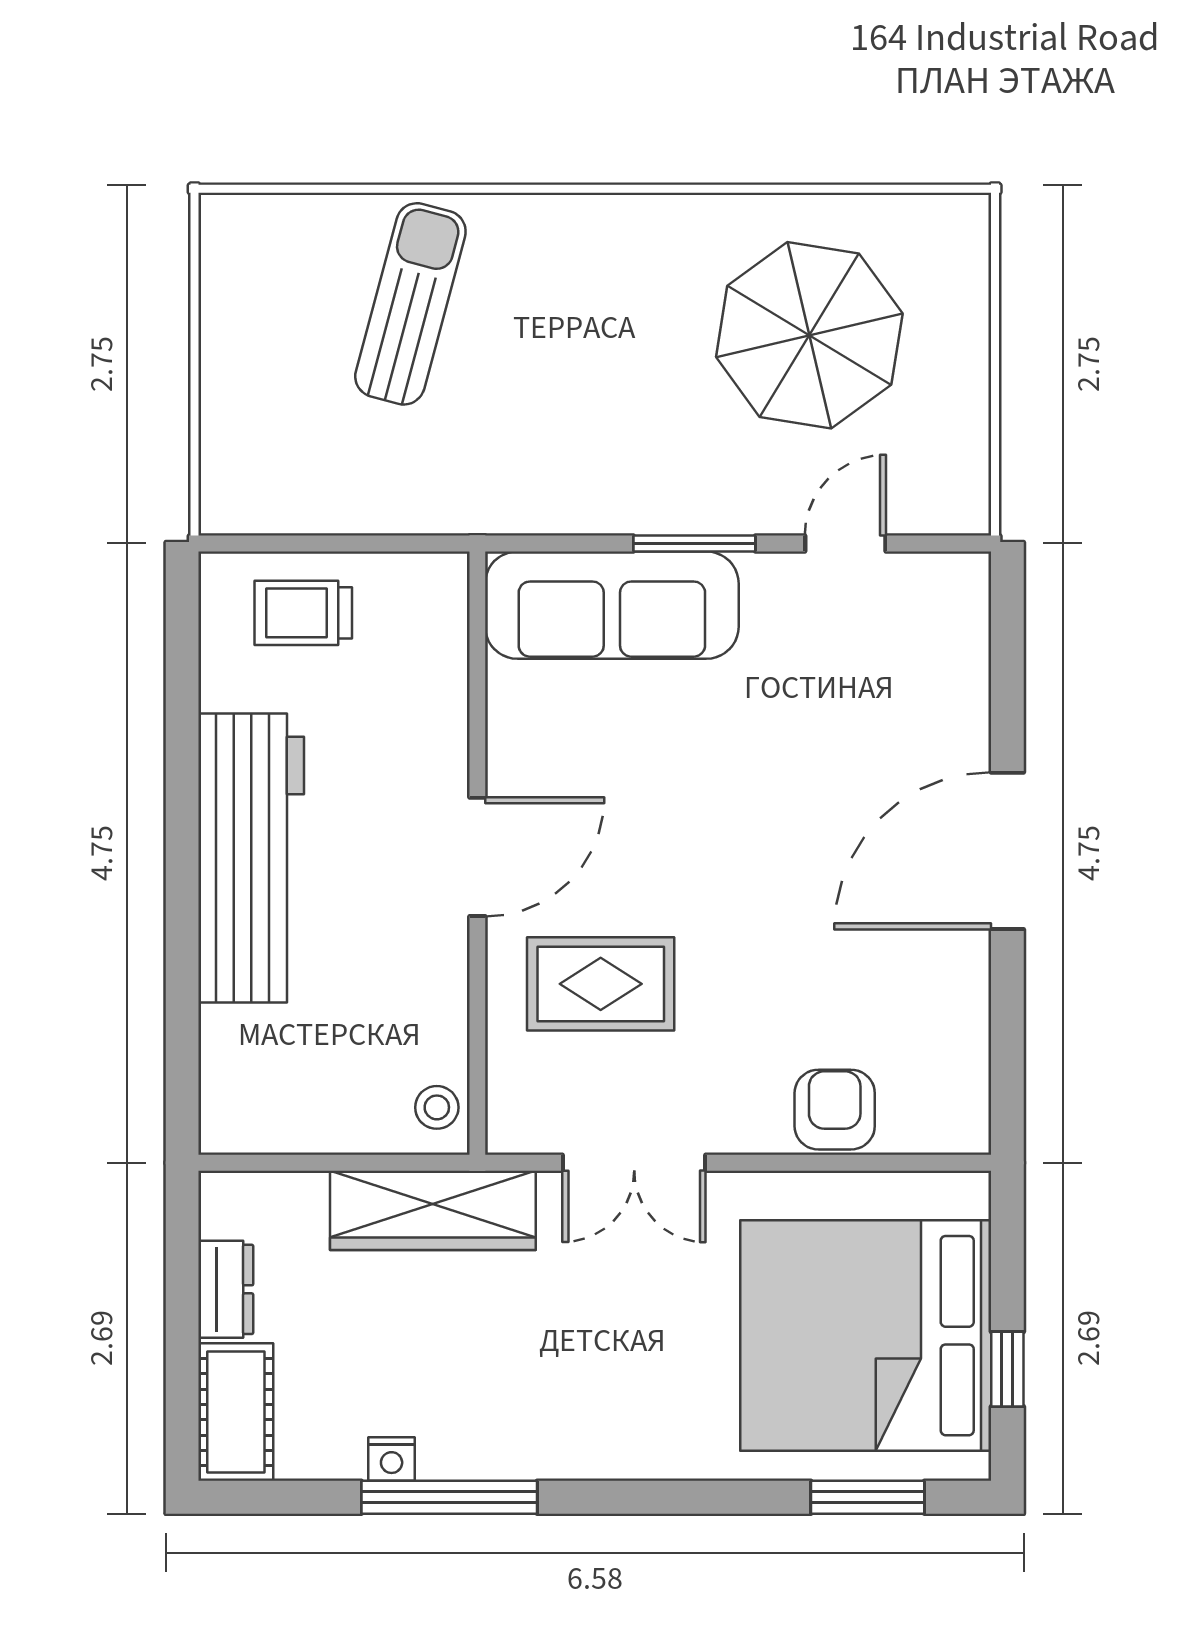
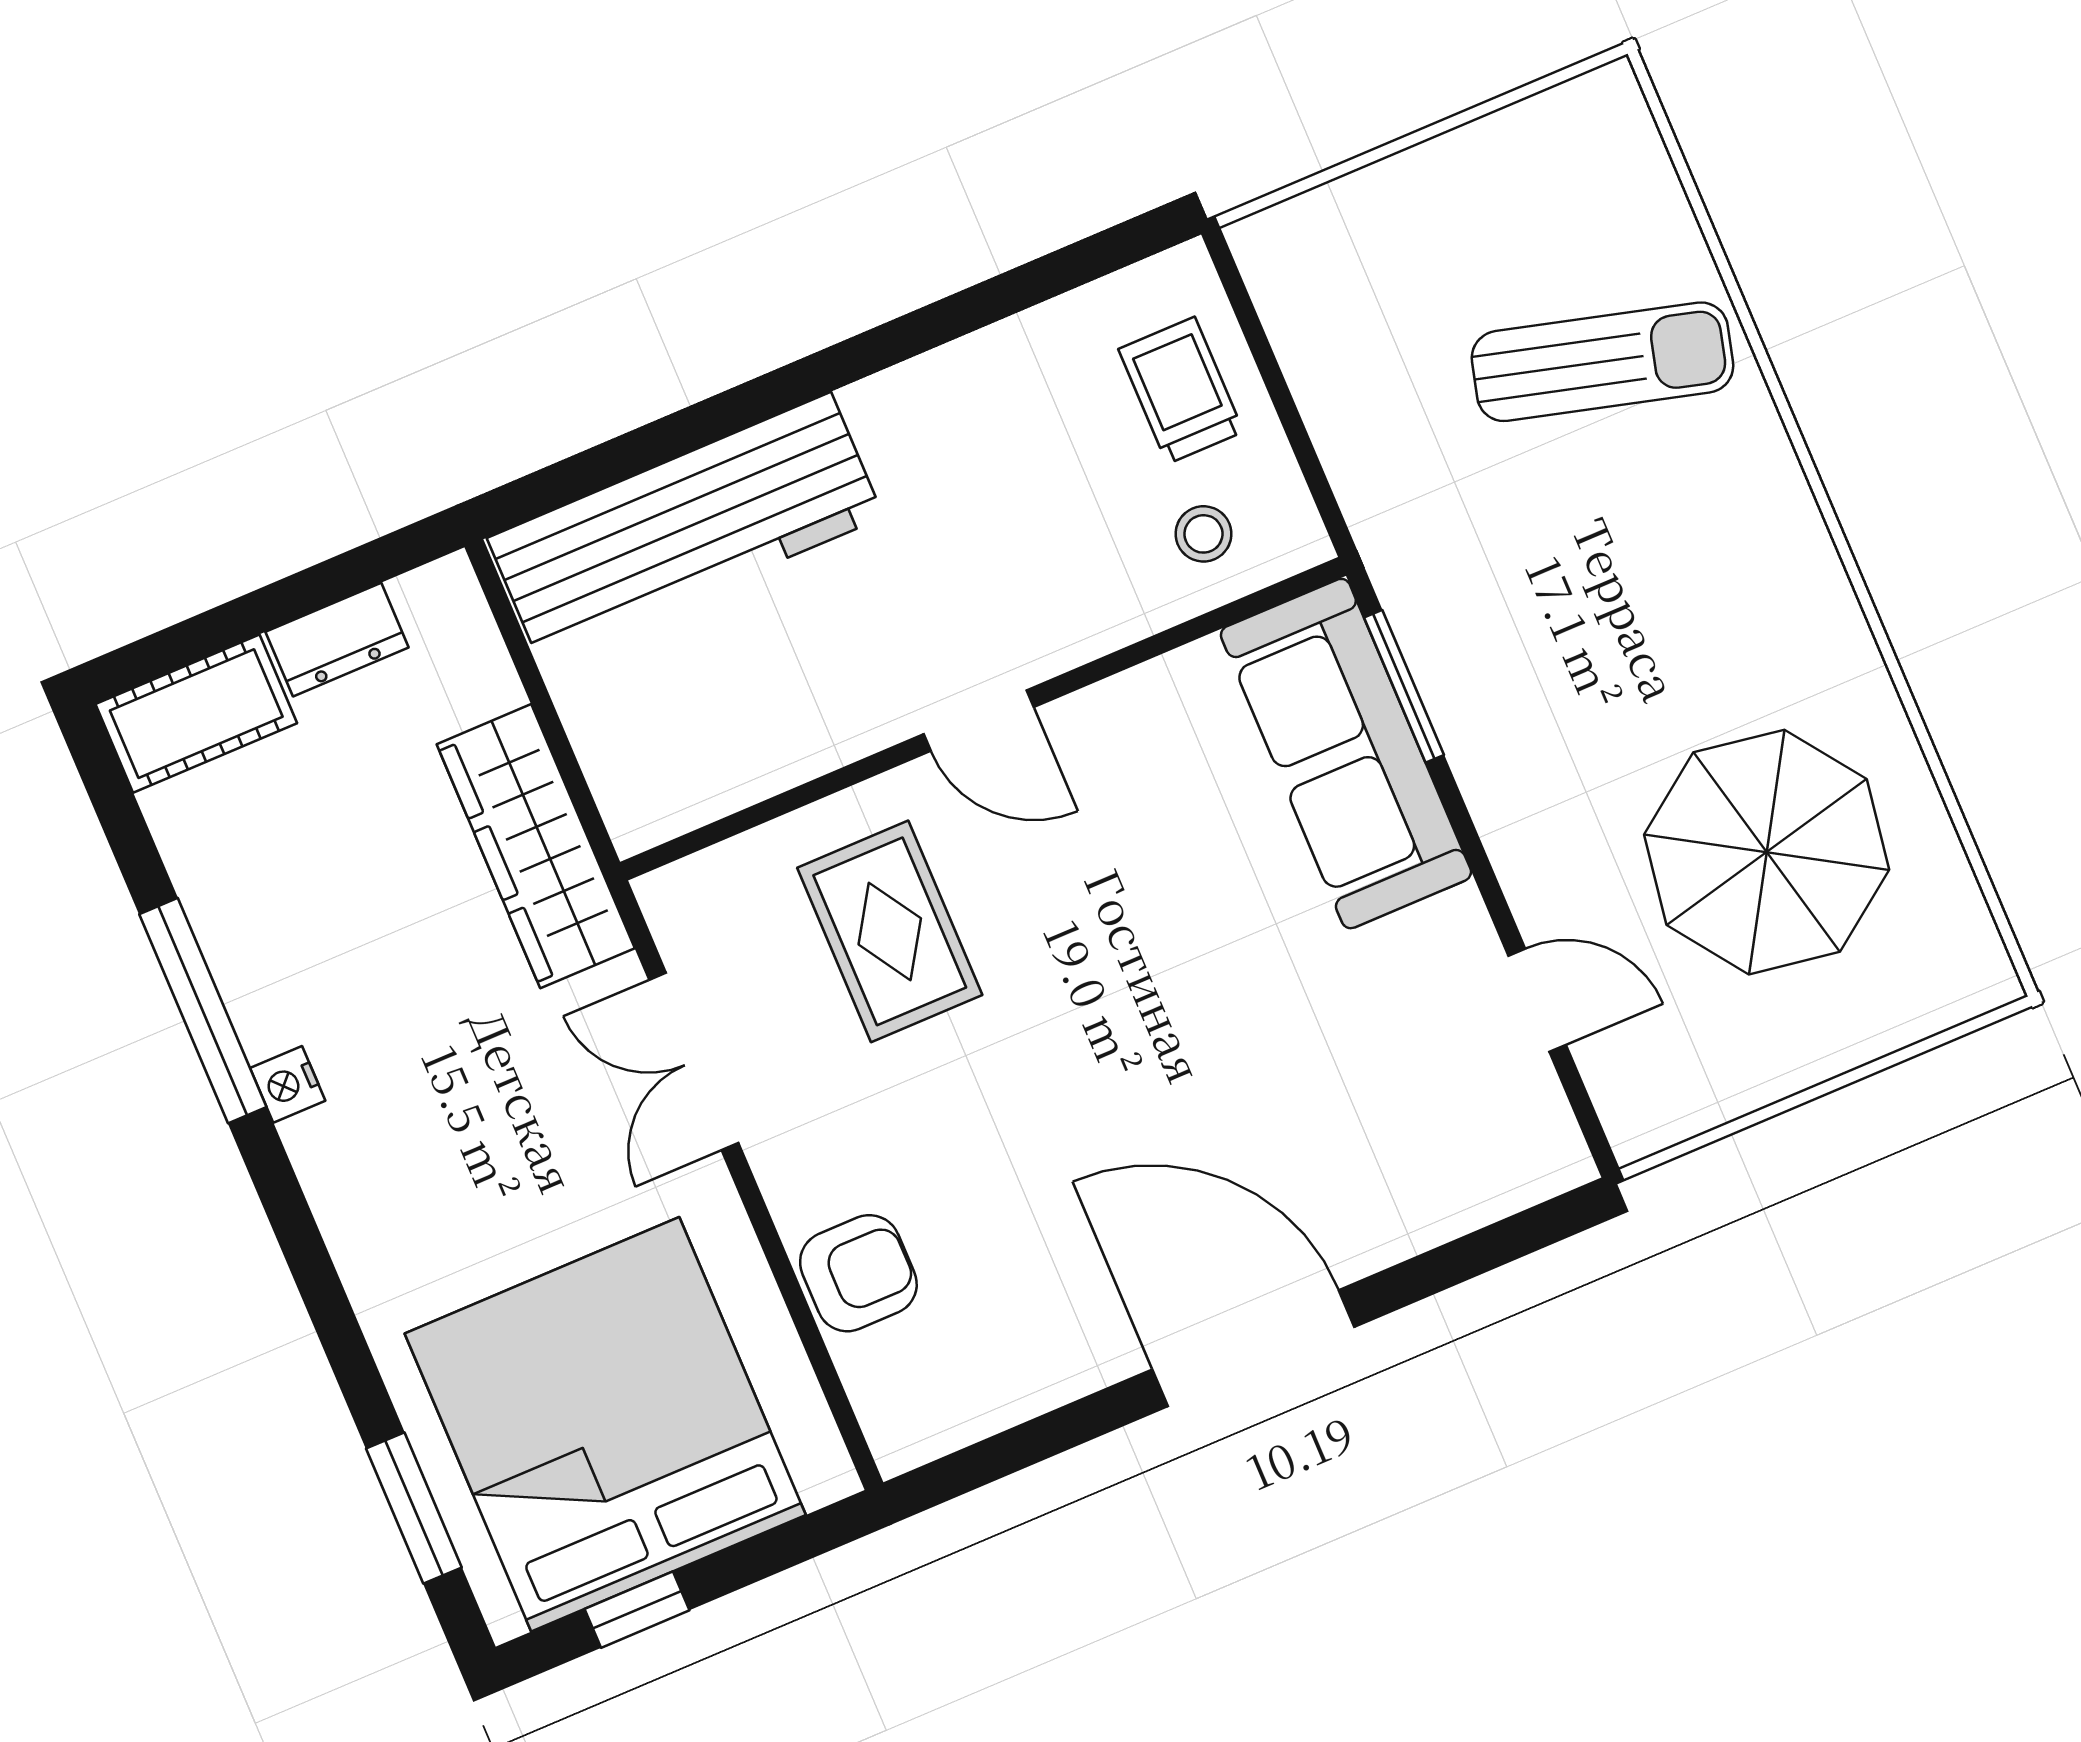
window: (694, 543) -> (1404, 686), moved
door: (477, 857) -> (979, 721), width x0.73
workbench: (251, 858) -> (685, 527), moved
stool: (437, 1107) -> (1203, 534), moved
nightstand: (392, 1459) -> (288, 1084), moved

